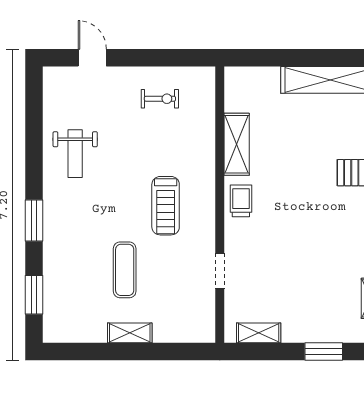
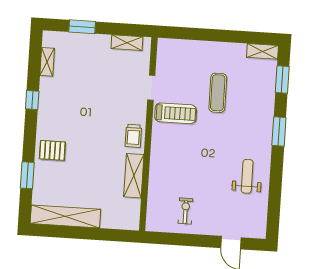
exercise bike: (160, 99) -> (185, 211), turned 90
treadmill: (166, 206) -> (176, 113), moved, turned 90
shelving: (130, 333) -> (262, 51), moved

